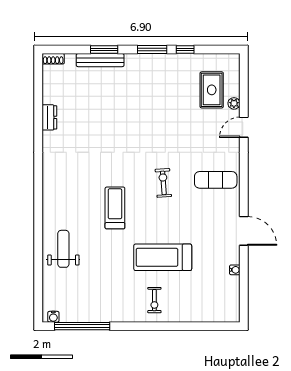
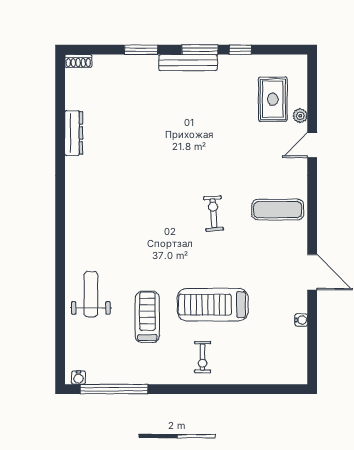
bench: (100, 60) -> (188, 63), moved
dresser: (49, 117) -> (74, 133), width x1.44
treadmill: (115, 208) -> (147, 317), moved

